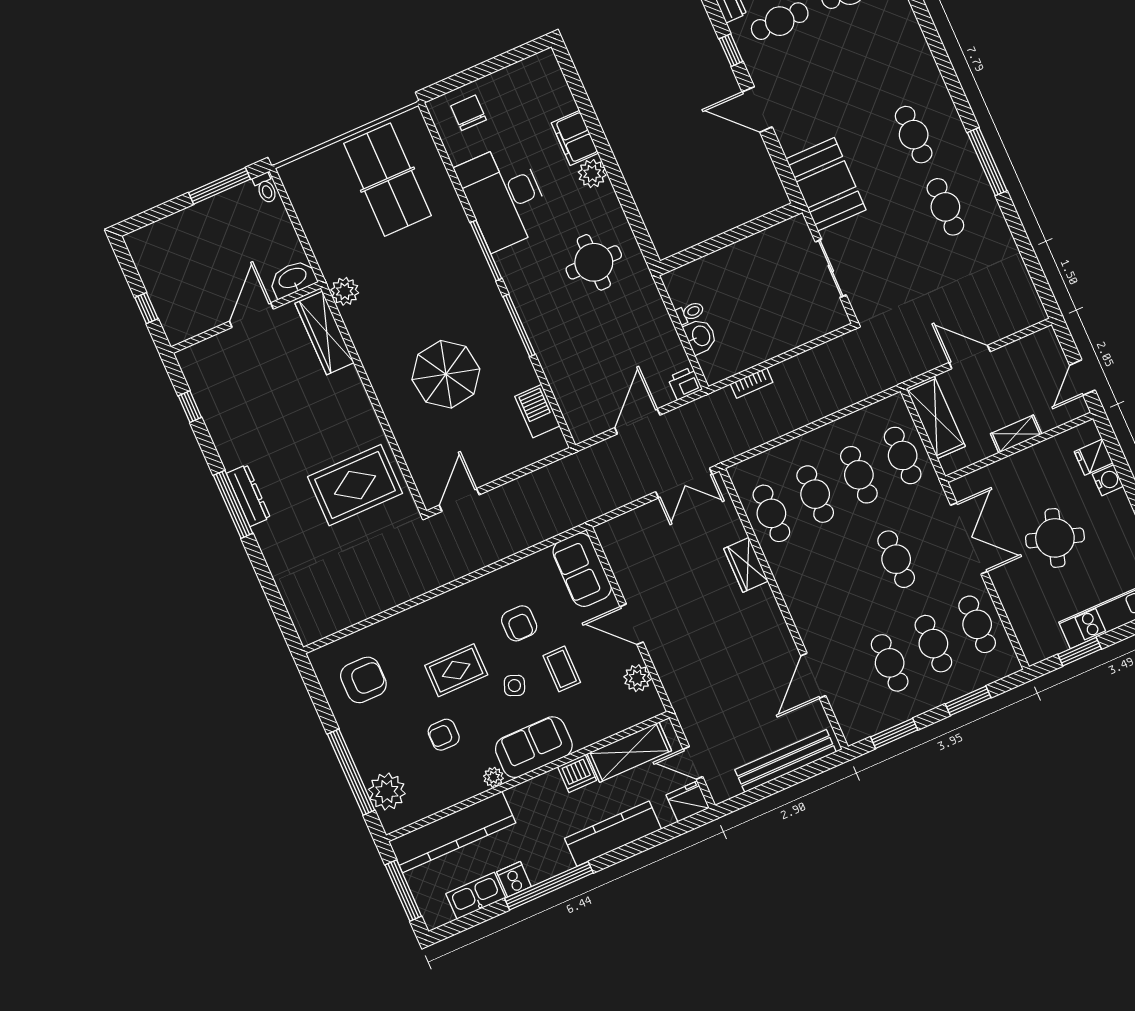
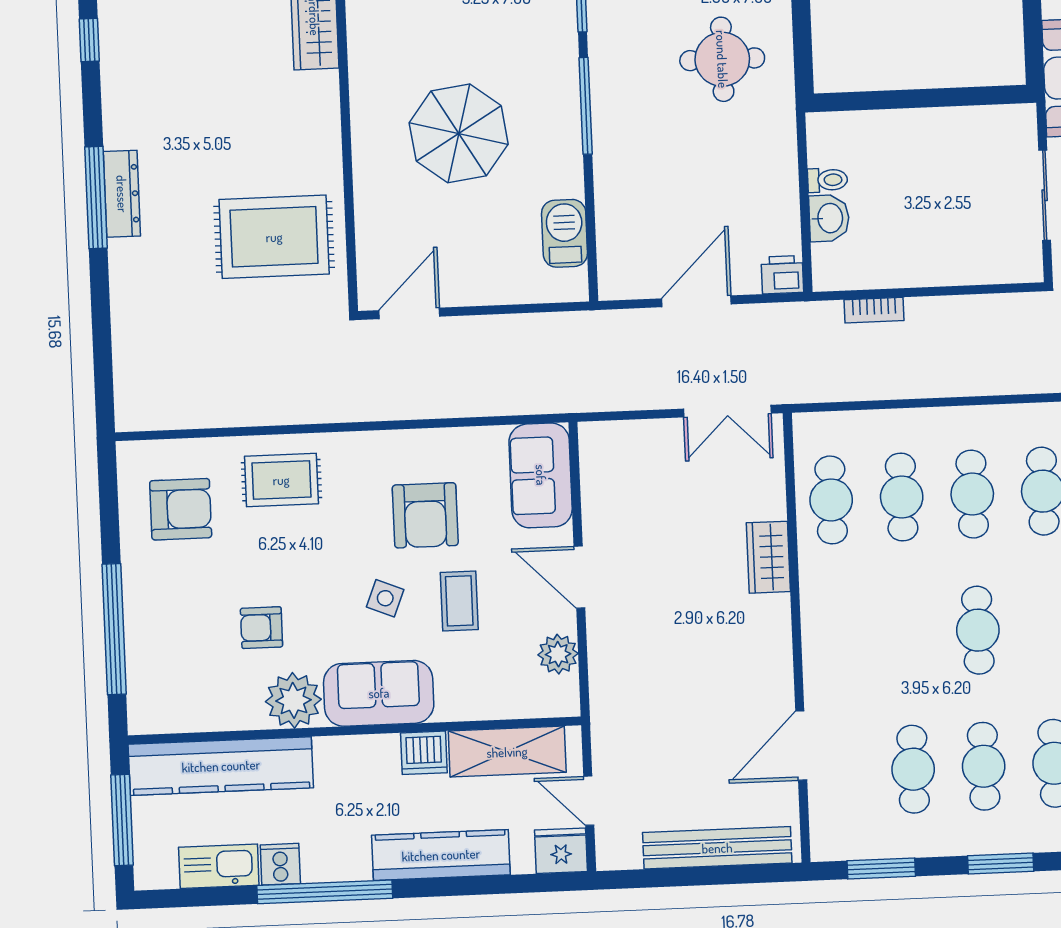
armchair: (519, 623) -> (425, 515), width x1.38, depth x1.38
rug: (456, 670) -> (281, 480), moved
plant: (493, 777) -> (293, 700), width x1.88, depth x1.88
plant: (387, 791) -> (153, 675), removed

